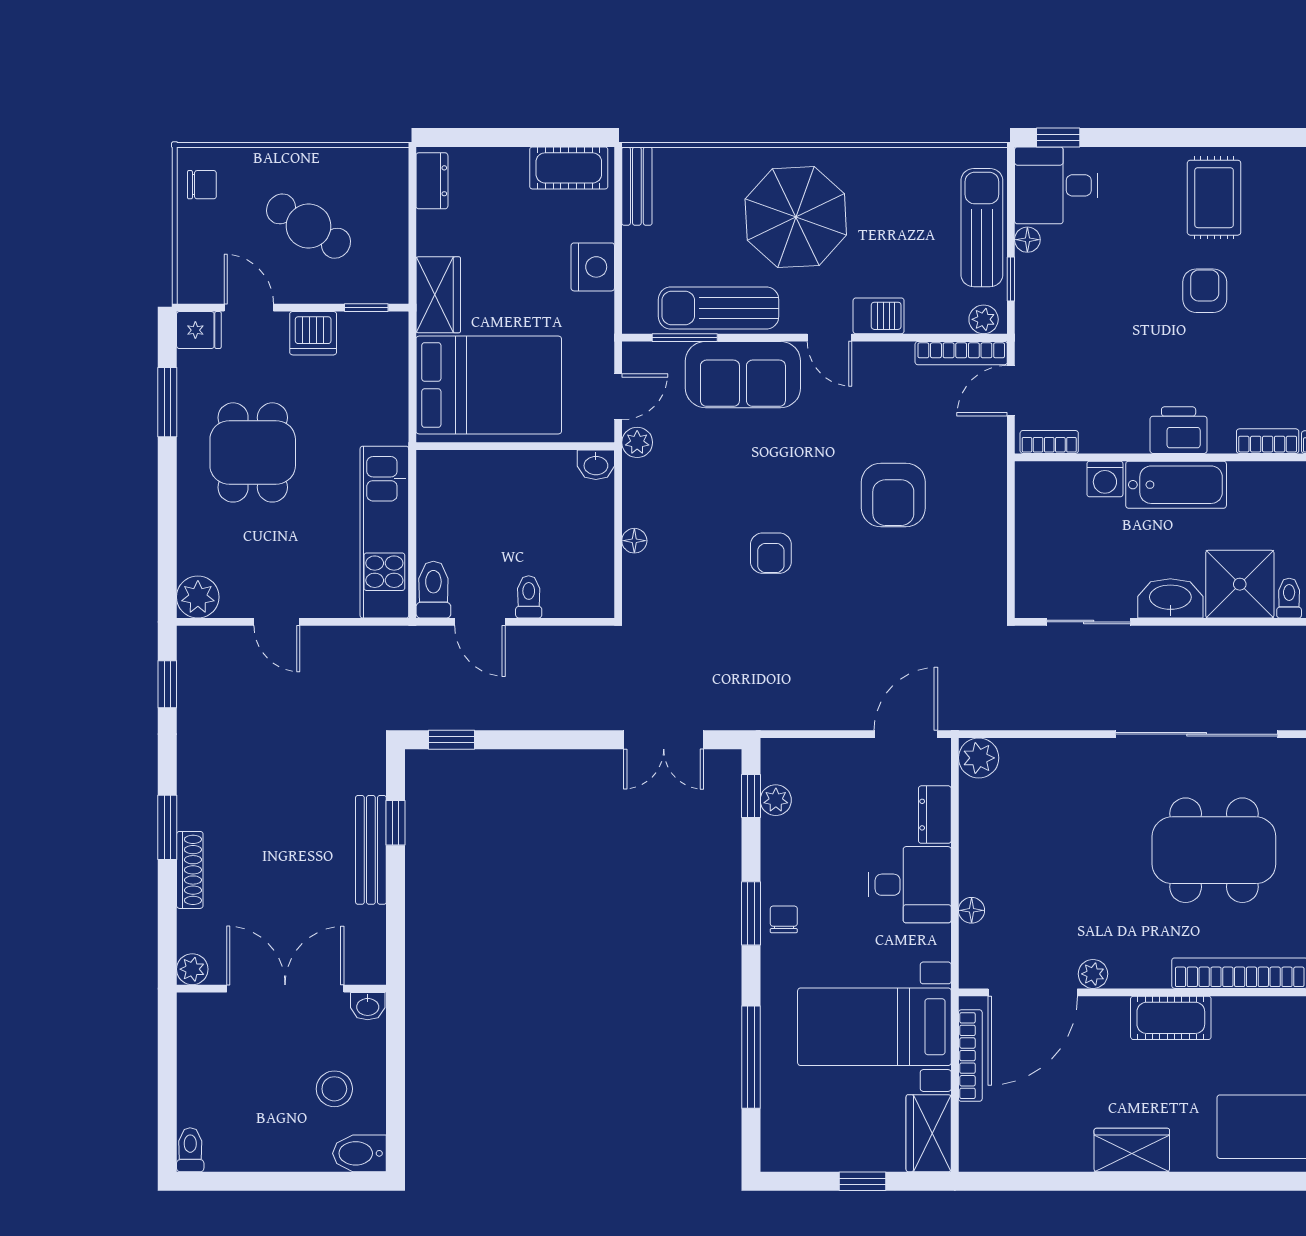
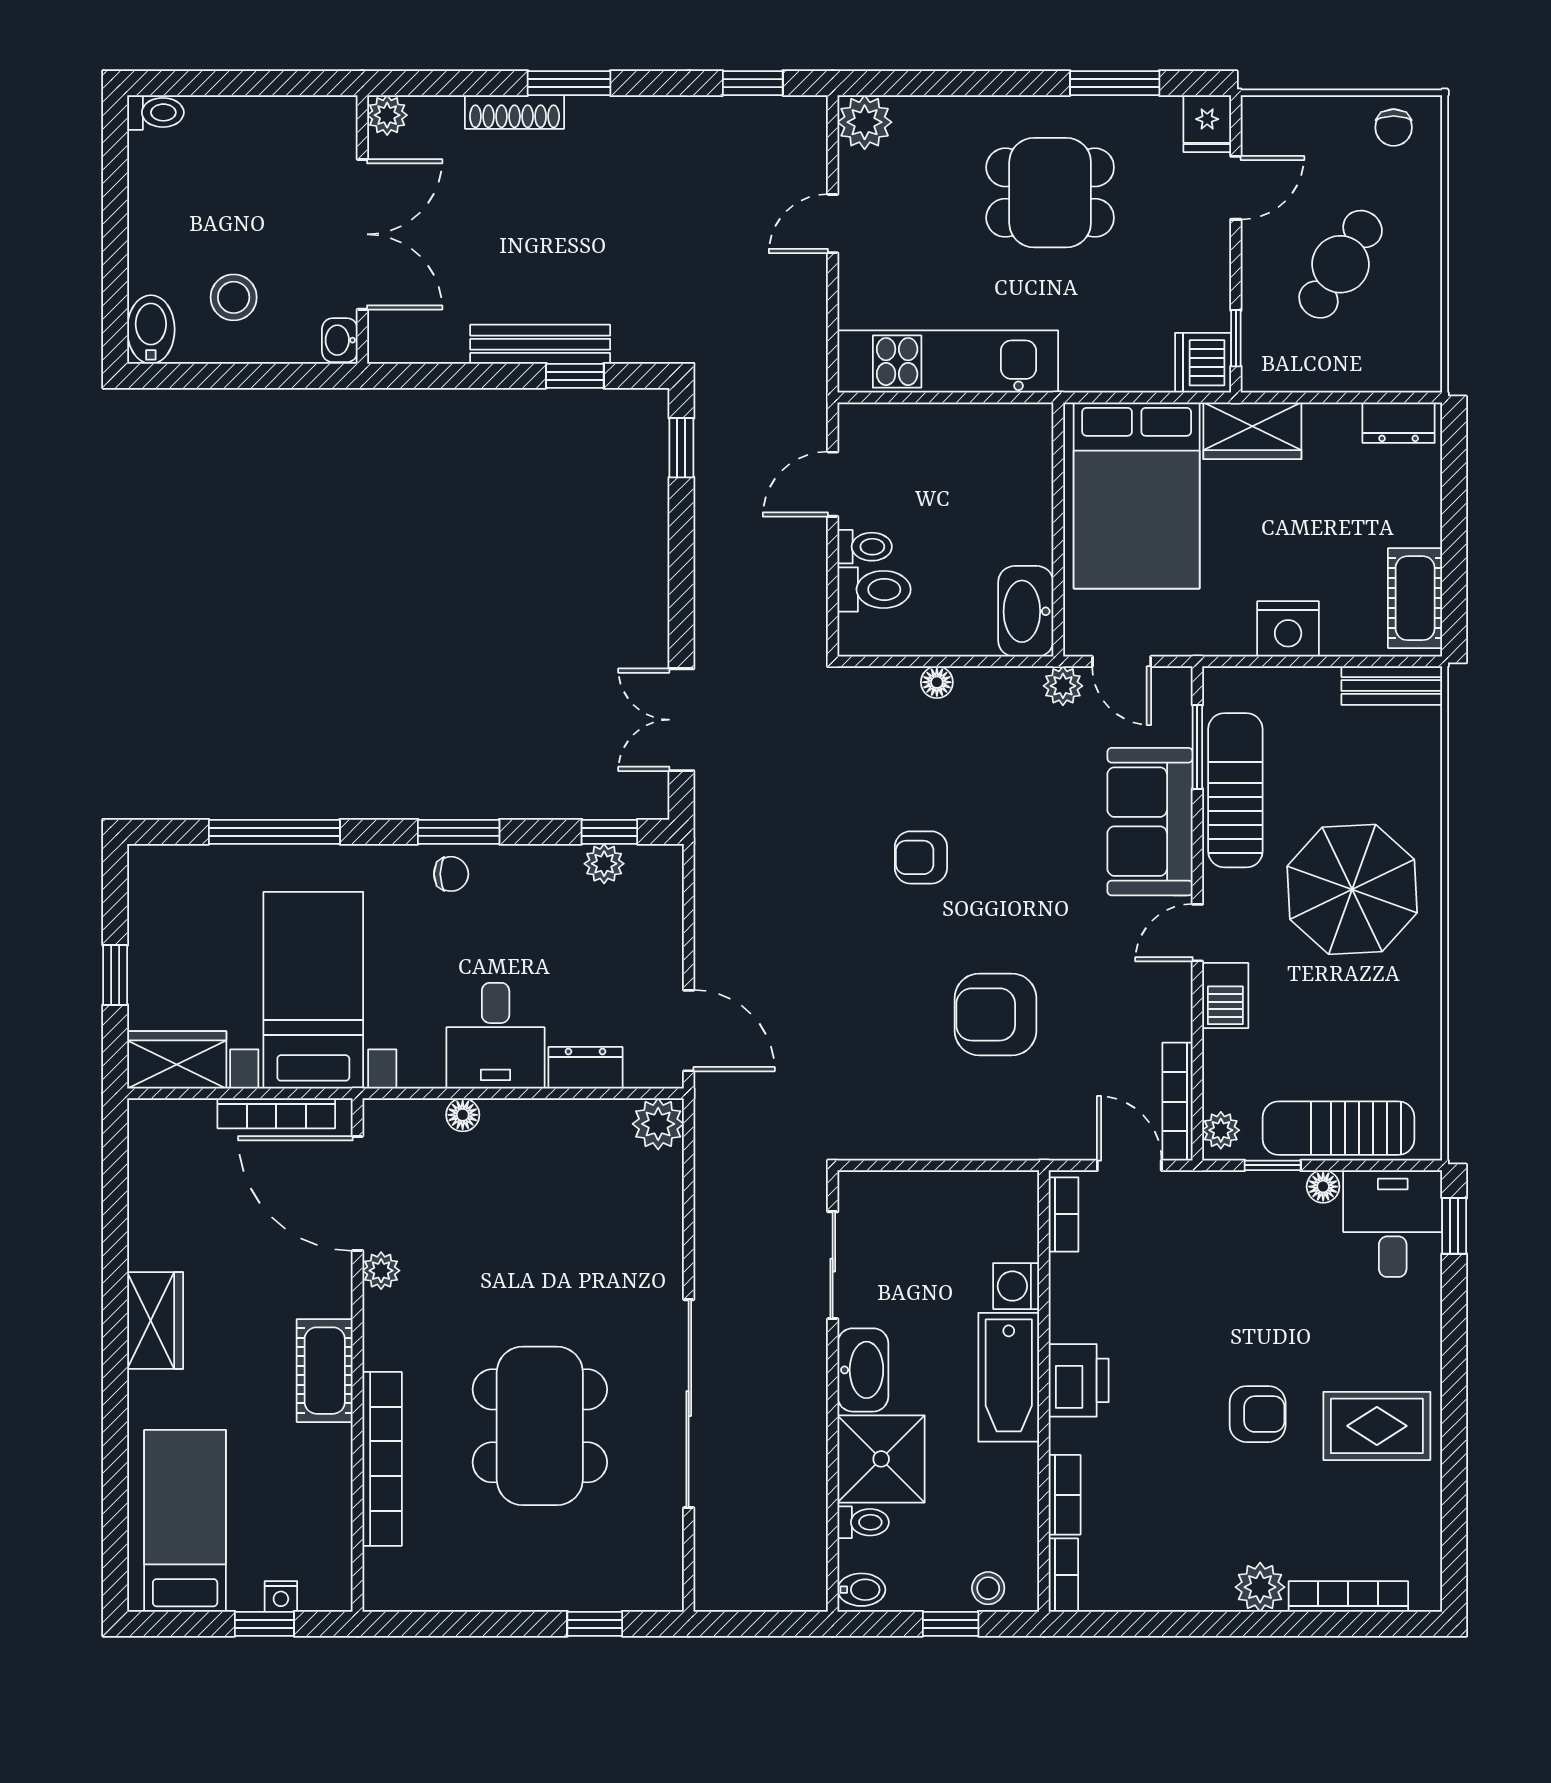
sun lounger: (982, 228) -> (1338, 1128), turned 180
dishwasher: (313, 333) -> (1203, 363), moved
washbasin: (596, 465) -> (1026, 611), width x1.91, depth x1.45
toilet: (433, 590) -> (874, 589), moved

